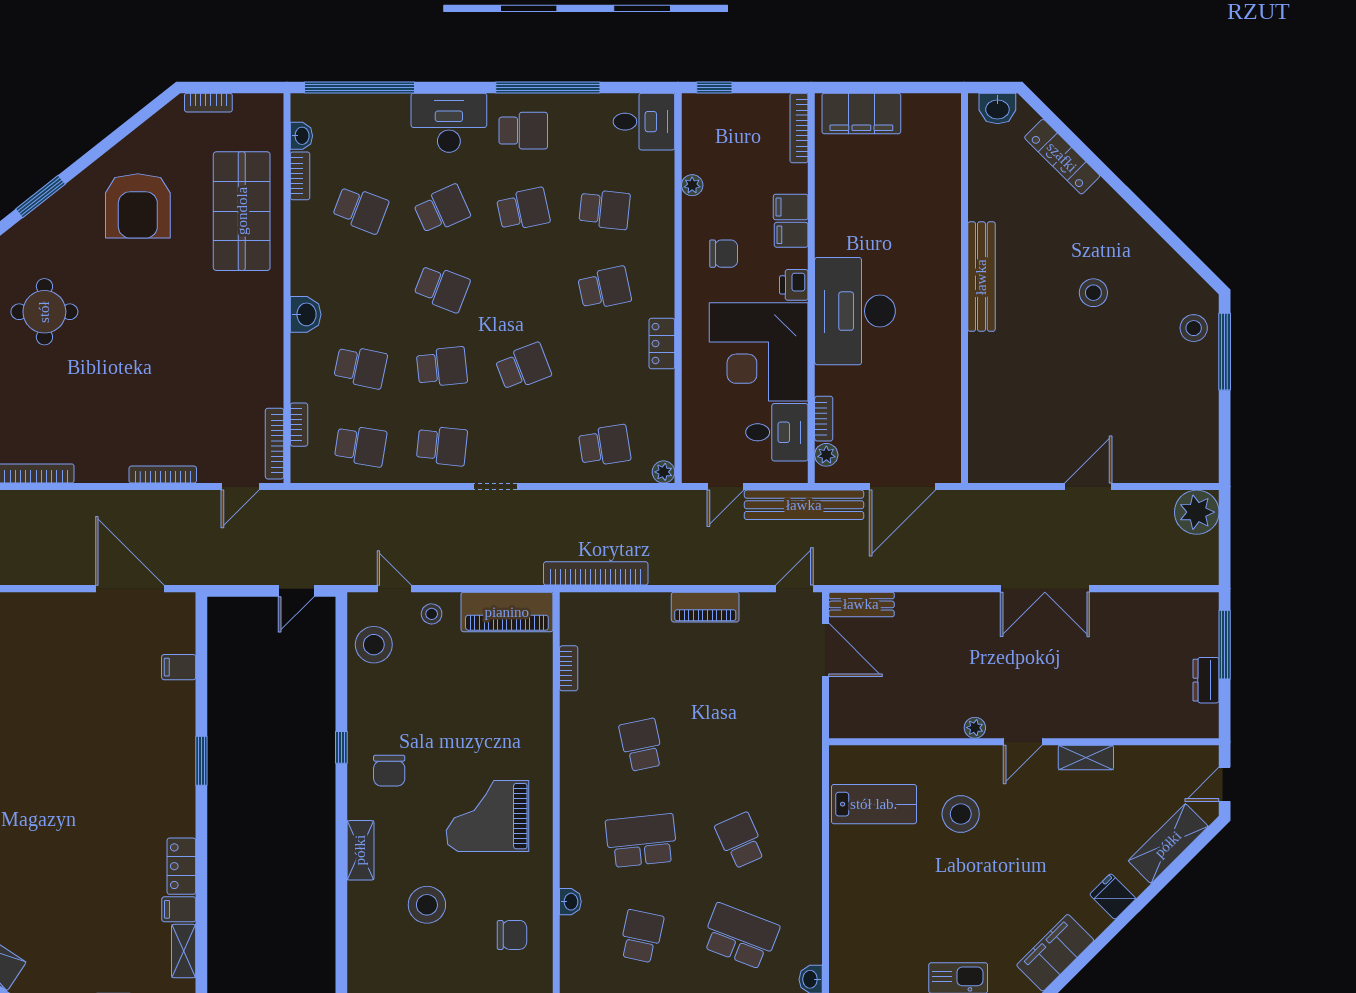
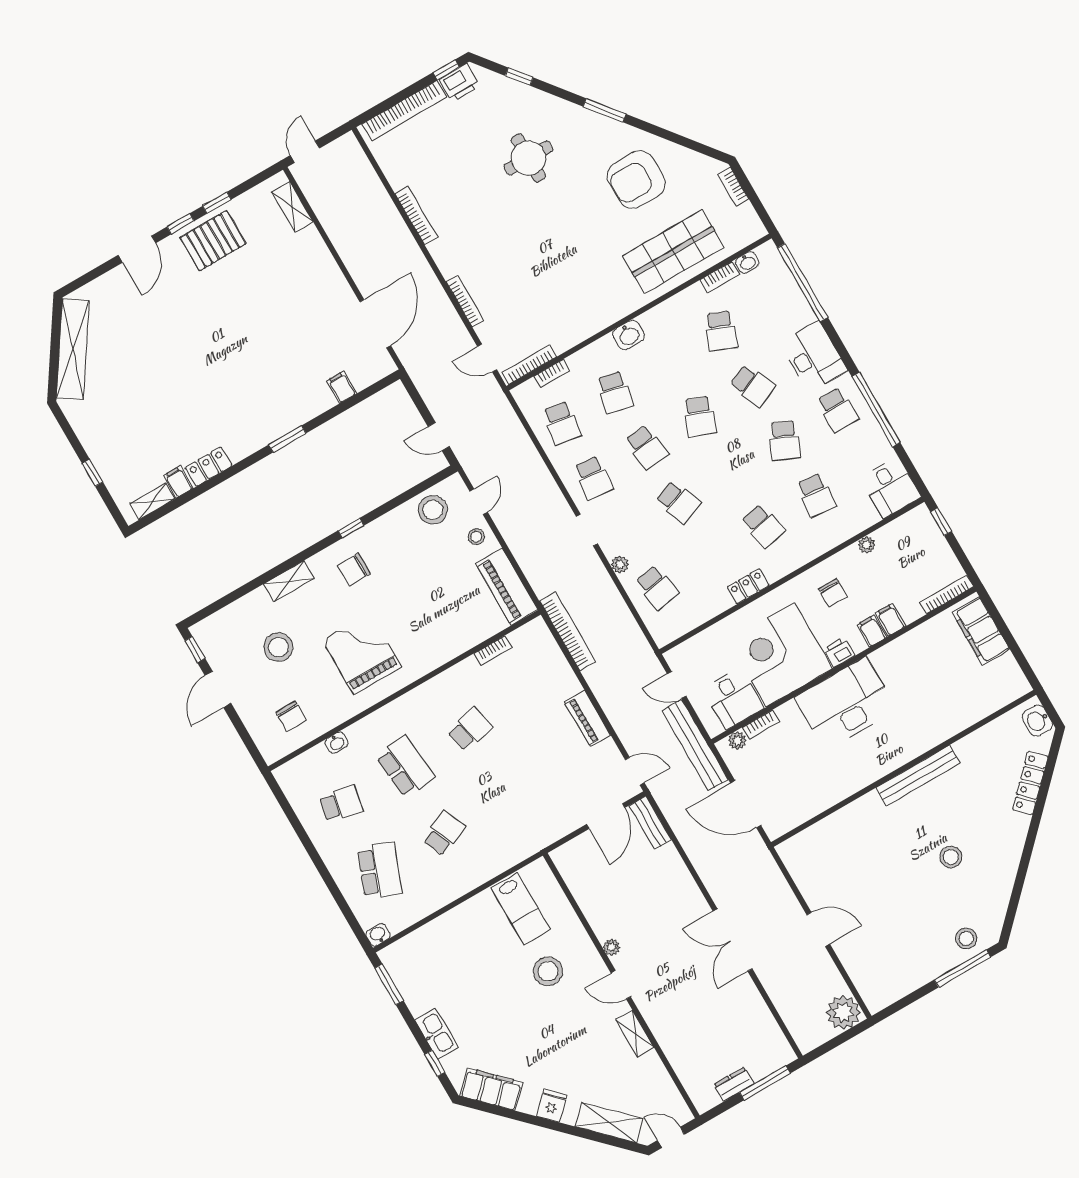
school desk: (523, 209) -> (784, 441), turned 36
plant: (663, 472) -> (620, 564), moved

